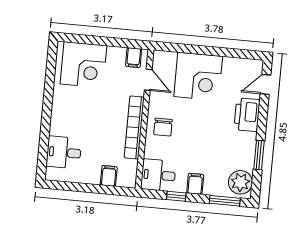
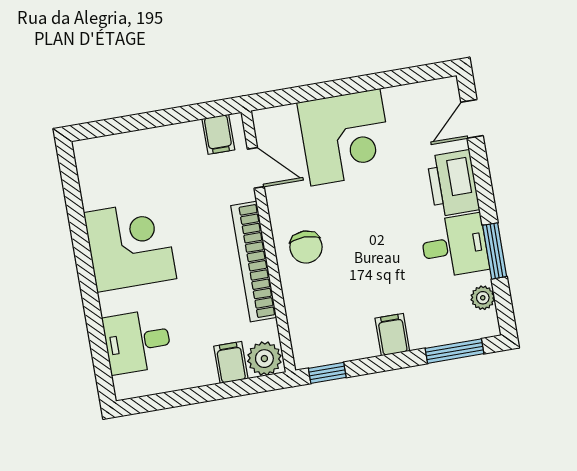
corner desk: (83, 65) -> (130, 246), moved, turned -90
desk: (158, 175) -> (454, 246), moved, turned 180
plant: (126, 179) -> (264, 359), added
plant: (240, 182) -> (483, 298), width x0.53, depth x0.53
window: (176, 196) -> (327, 373), moved

